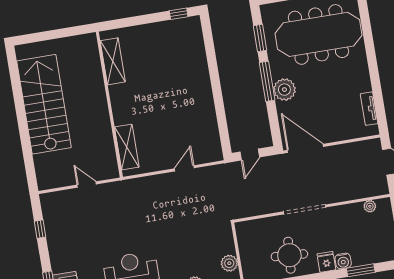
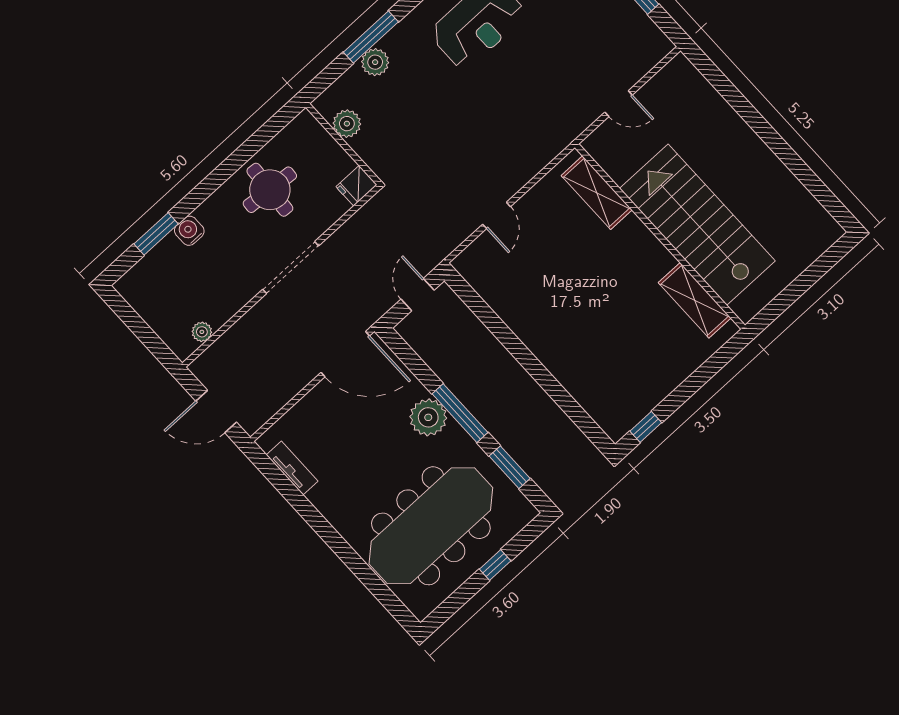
stairs: (44, 104) -> (697, 225), moved, turned 180
fridge: (326, 262) -> (356, 186), moved, turned 90

